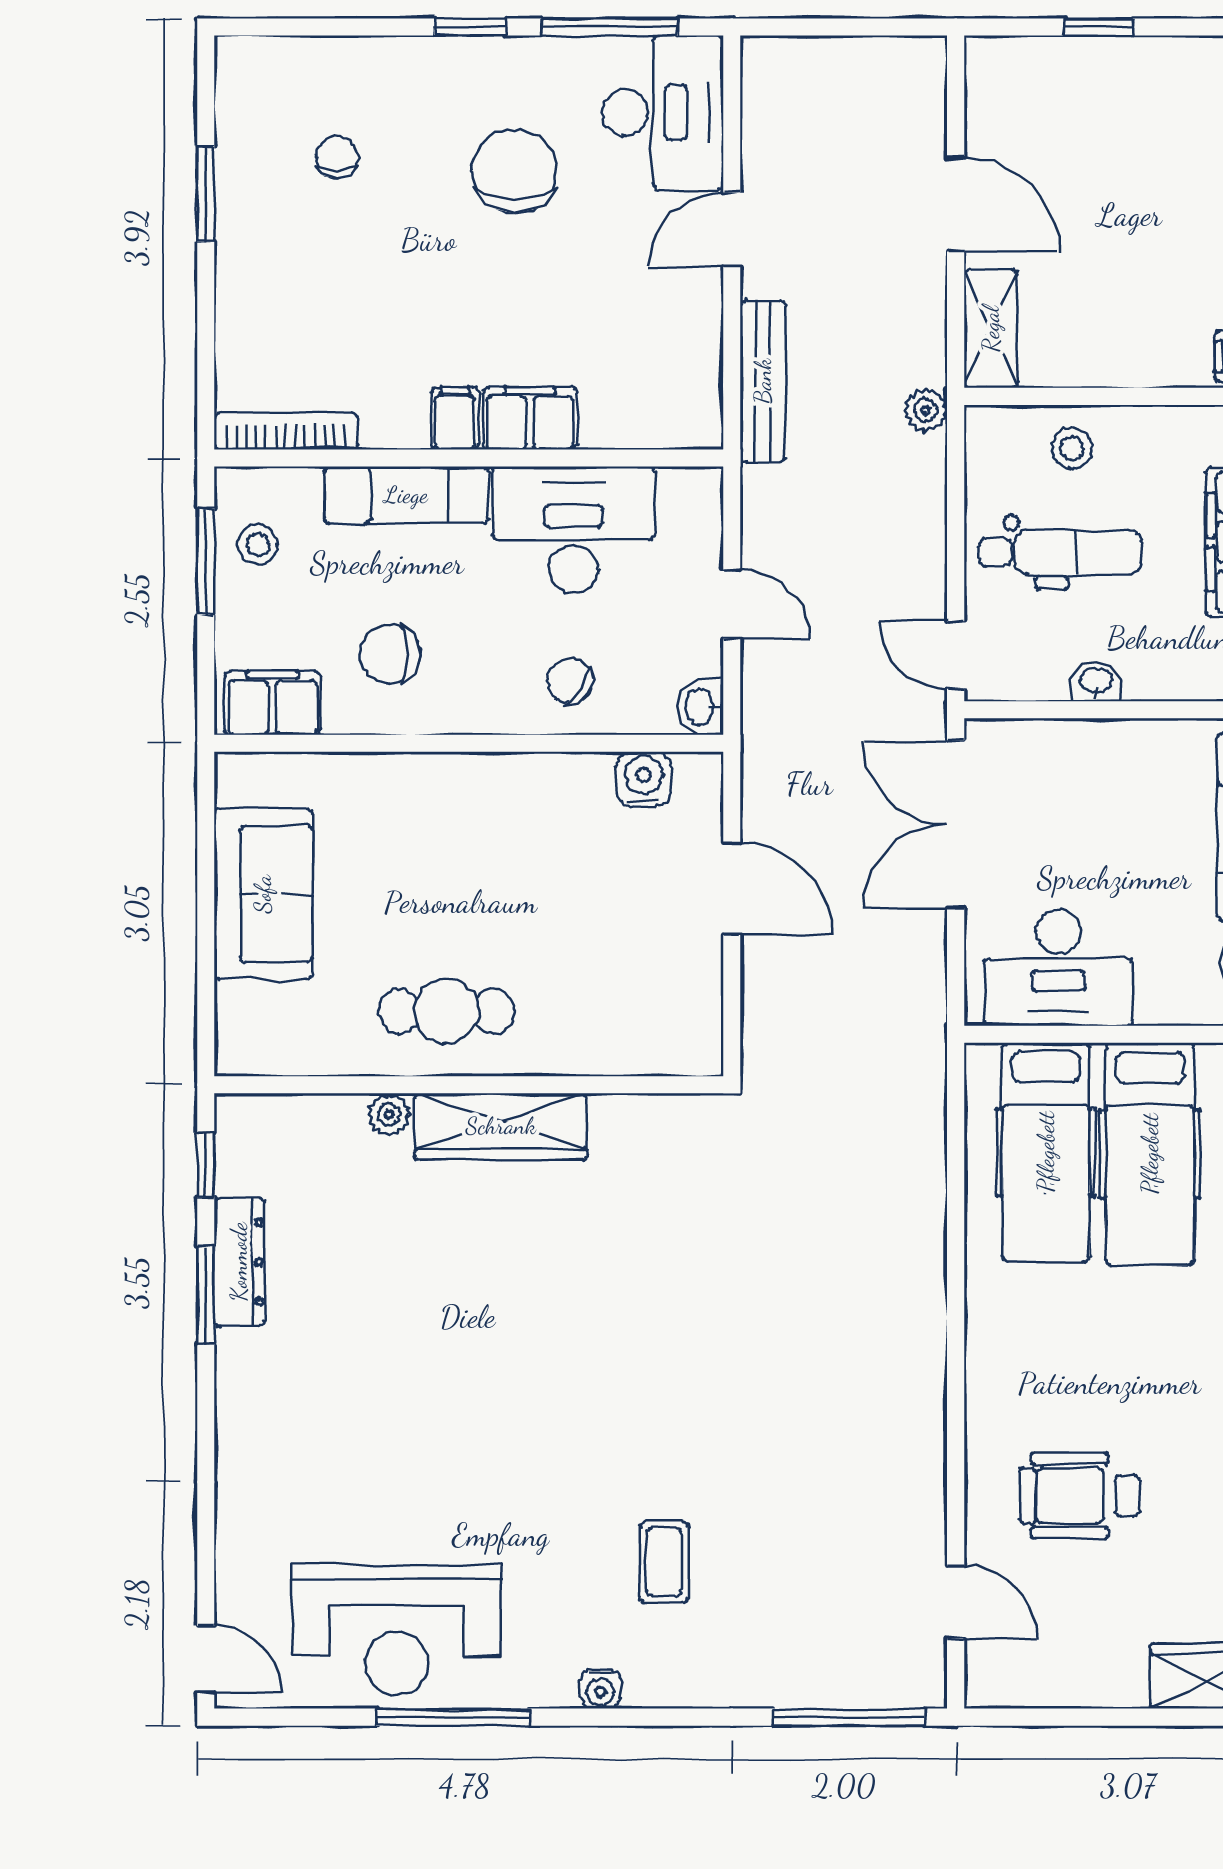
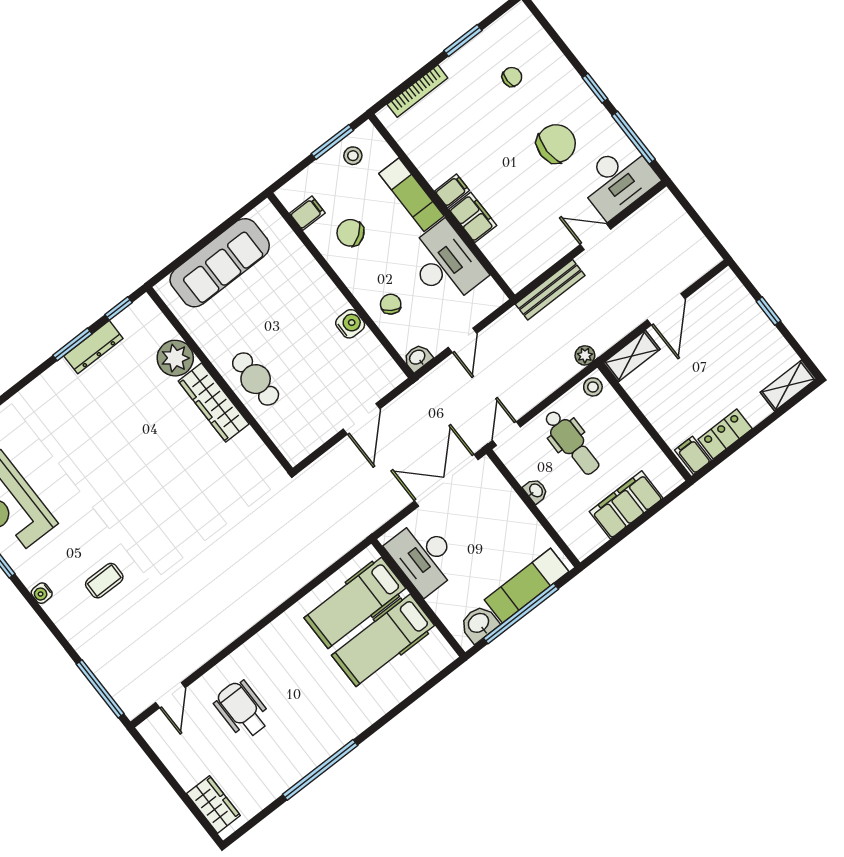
bookcase: (286, 431) -> (417, 91), moved, turned 90
stool: (1072, 448) -> (593, 387), moved
chair: (390, 654) -> (350, 233), turned -35
filing cabinet: (272, 703) -> (307, 213), width x0.50
water cooler: (644, 779) -> (350, 324), moved
sofa: (263, 894) -> (220, 263), width x1.36
cafe table: (446, 1011) -> (256, 379), moved
plant: (389, 1114) -> (175, 358), width x1.88, depth x1.88

